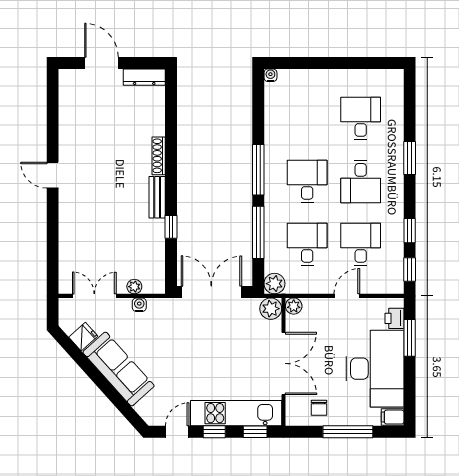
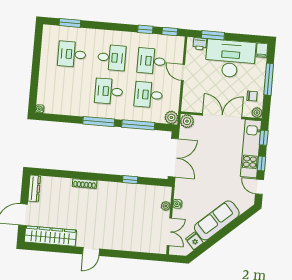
wardrobe: (71, 109) -> (50, 236), added
window: (410, 158) -> (70, 23), moved
bench: (157, 197) -> (111, 187), removed
double door: (211, 292) -> (173, 158), swing flipped
double door: (94, 296) -> (169, 232), swing flipped
plant: (294, 306) -> (257, 113), moved

